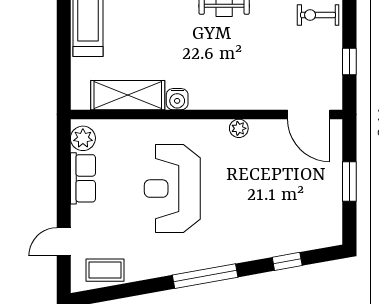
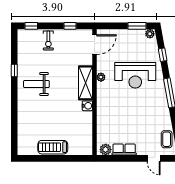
shelving: (128, 95) -> (85, 83), moved
window: (349, 181) -> (137, 26), moved
reception desk: (172, 189) -> (135, 75), moved
plant: (333, 234) -> (150, 34), added

